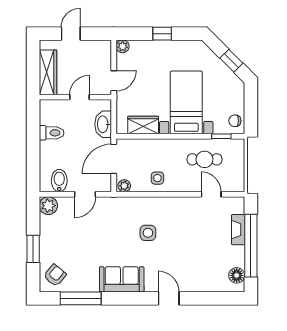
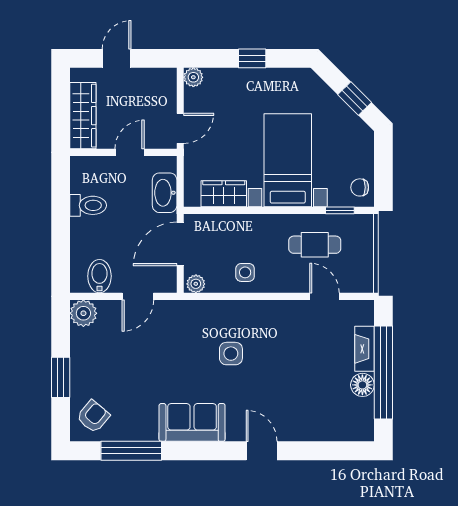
floor lamp: (237, 275) -> (362, 385), moved

